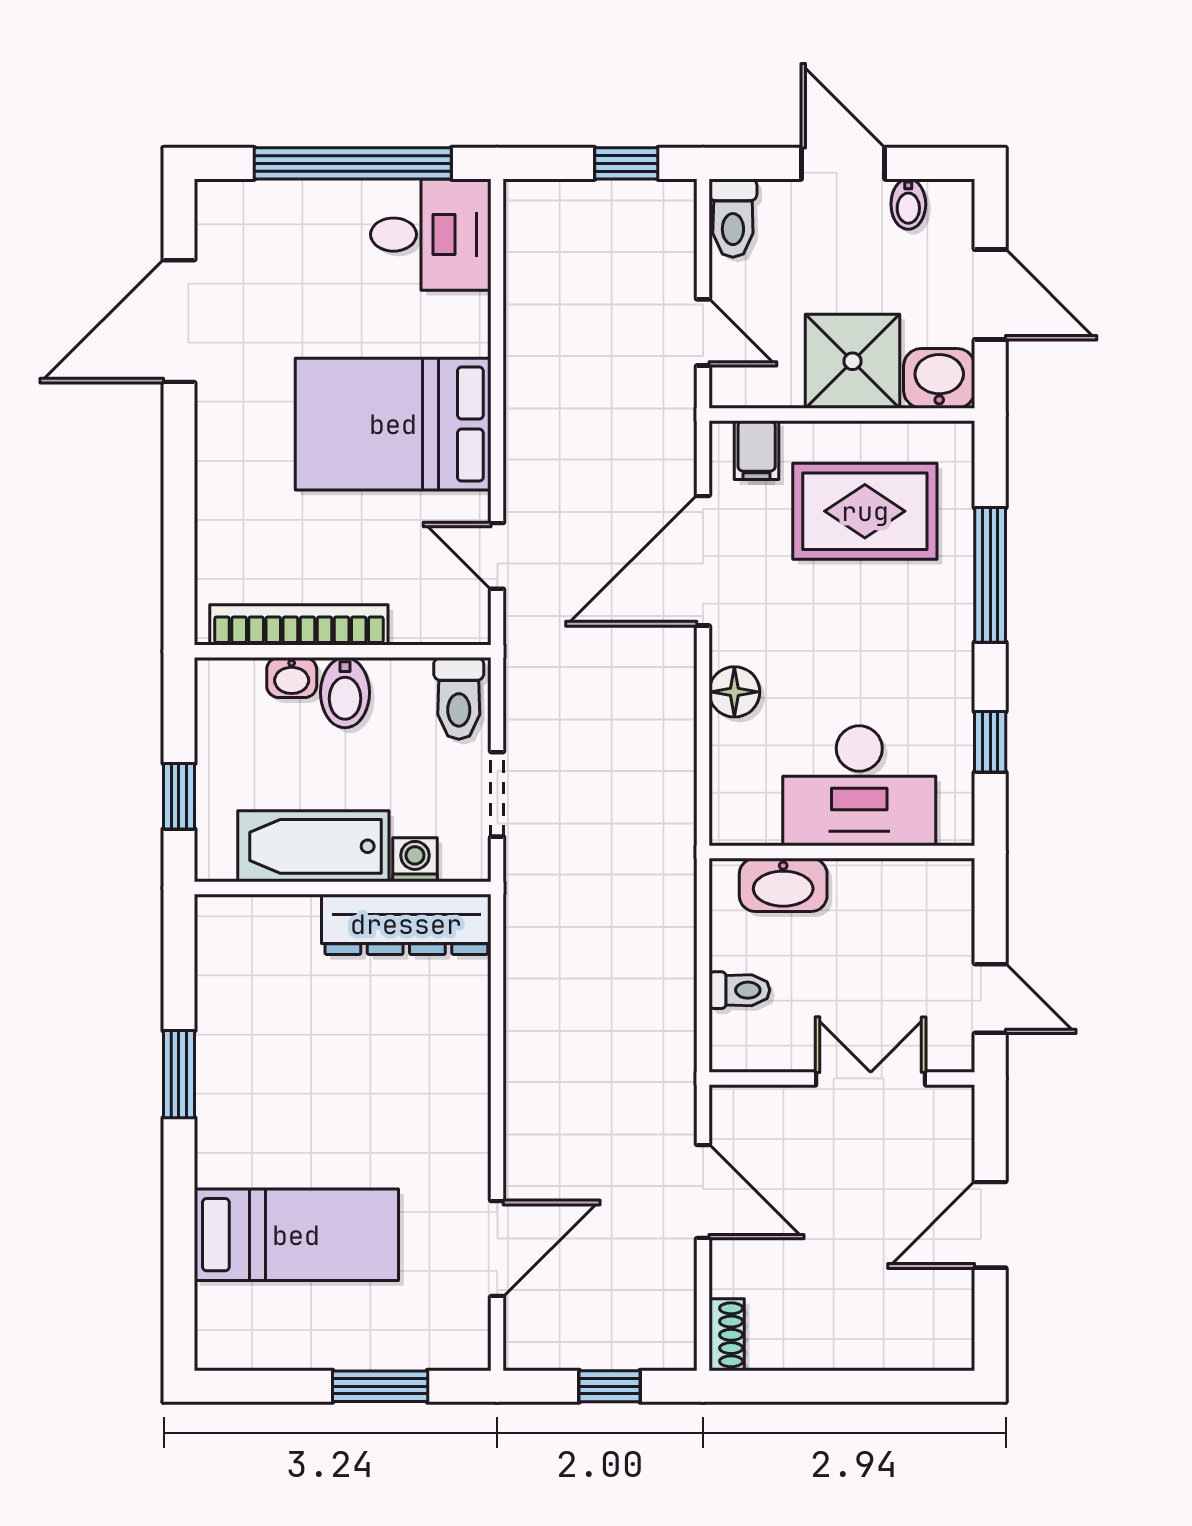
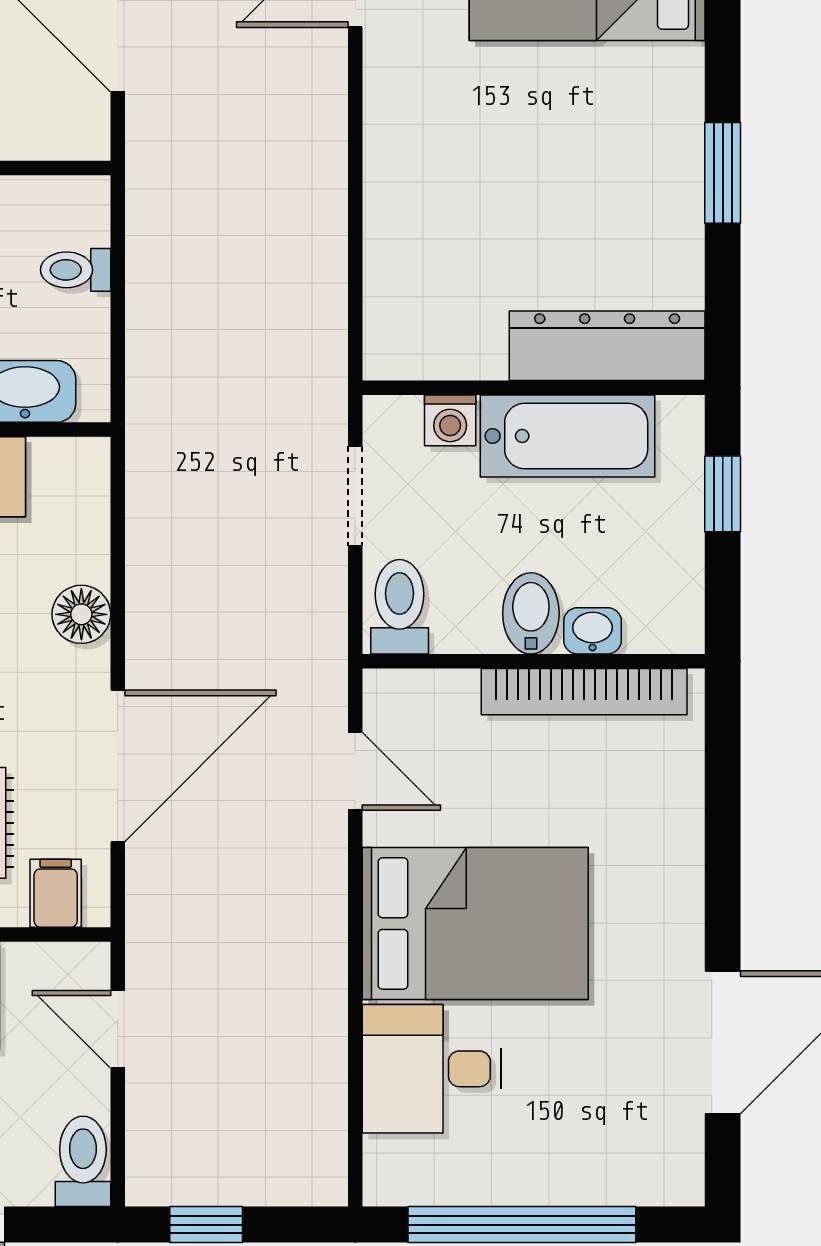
desk: (431, 235) -> (432, 1069), moved
dresser: (406, 924) -> (607, 346), moved

